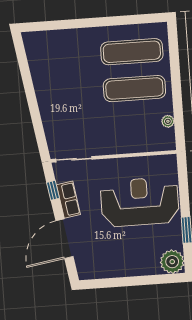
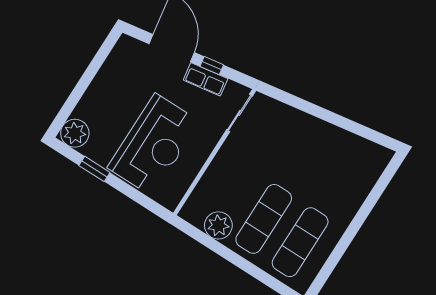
plant: (168, 121) -> (218, 225), width x1.87, depth x1.87
window: (53, 190) -> (212, 66), moved

